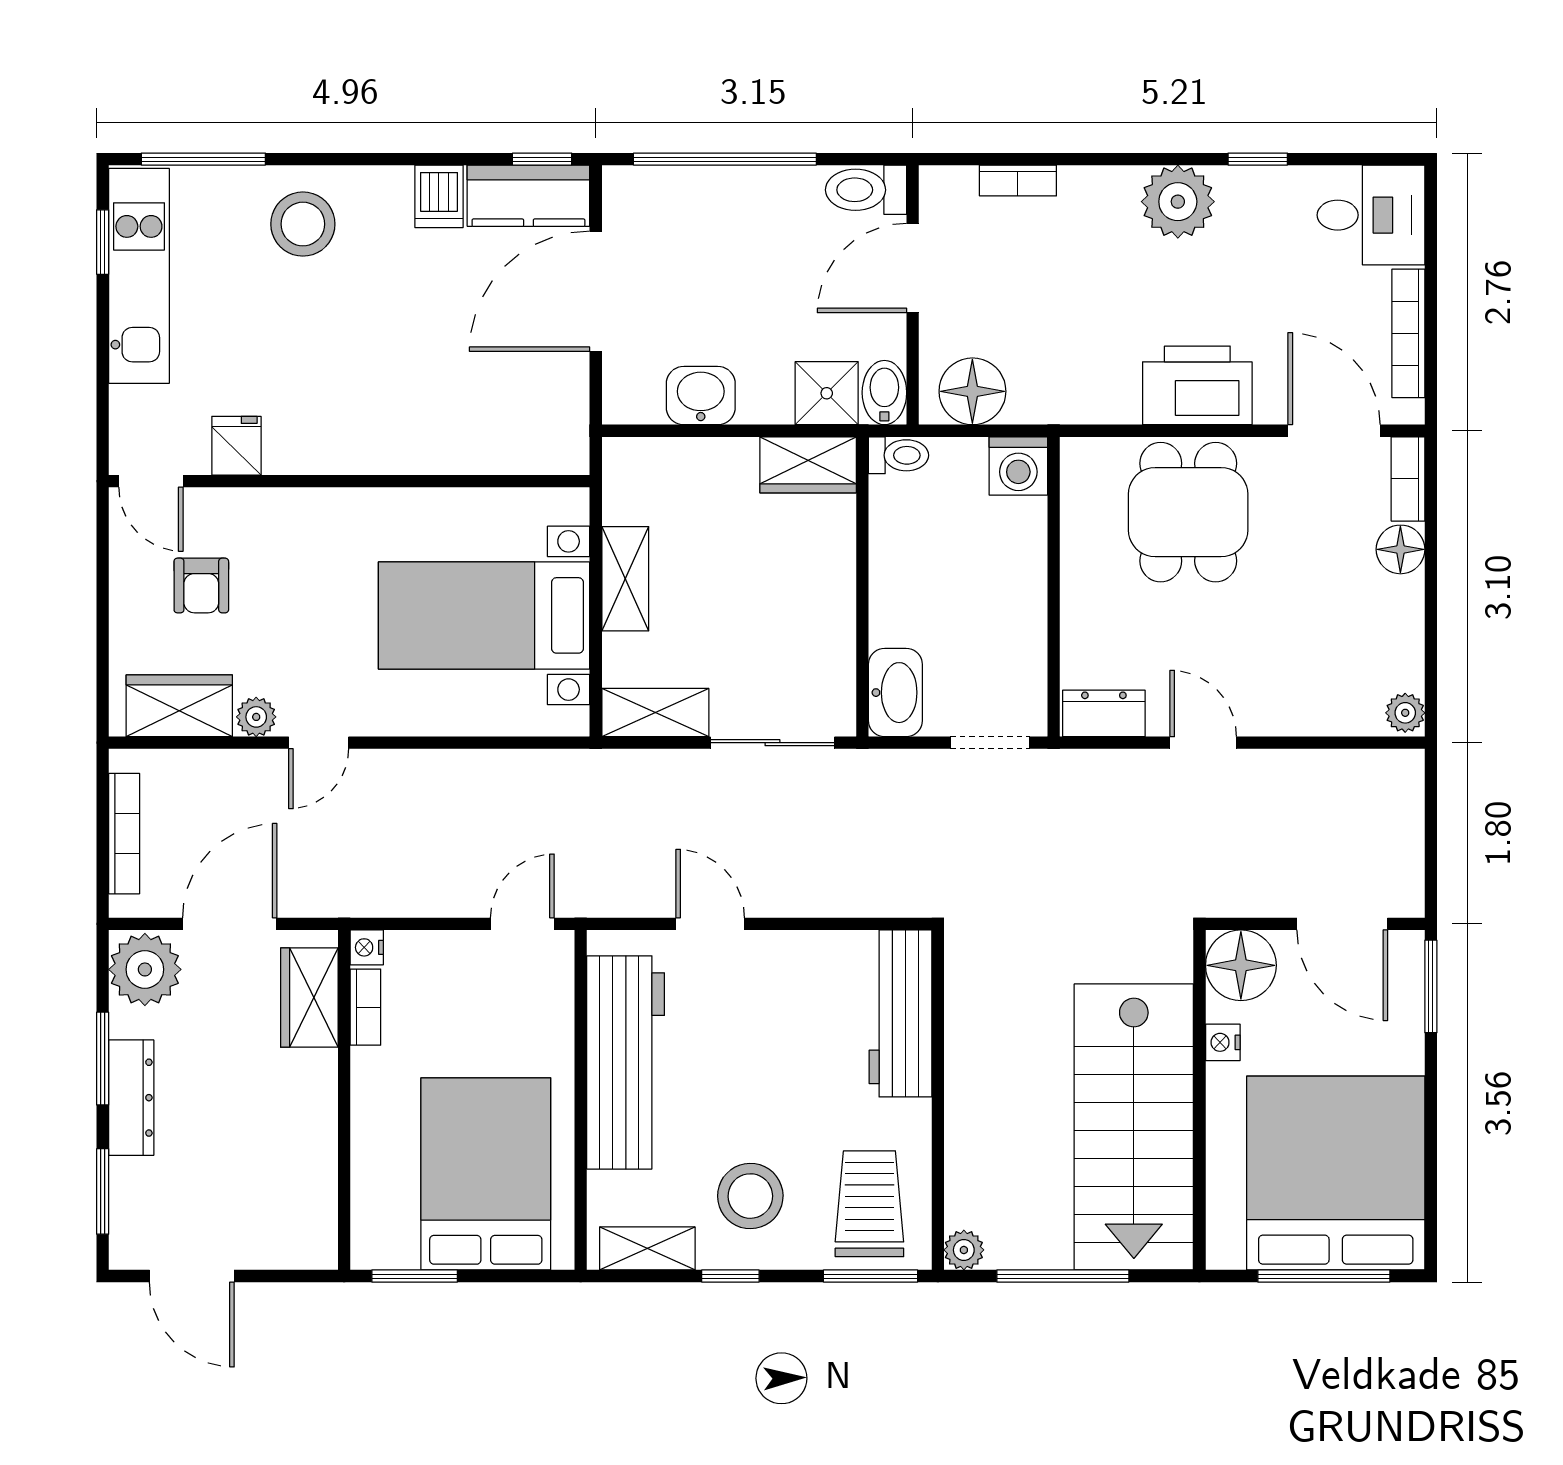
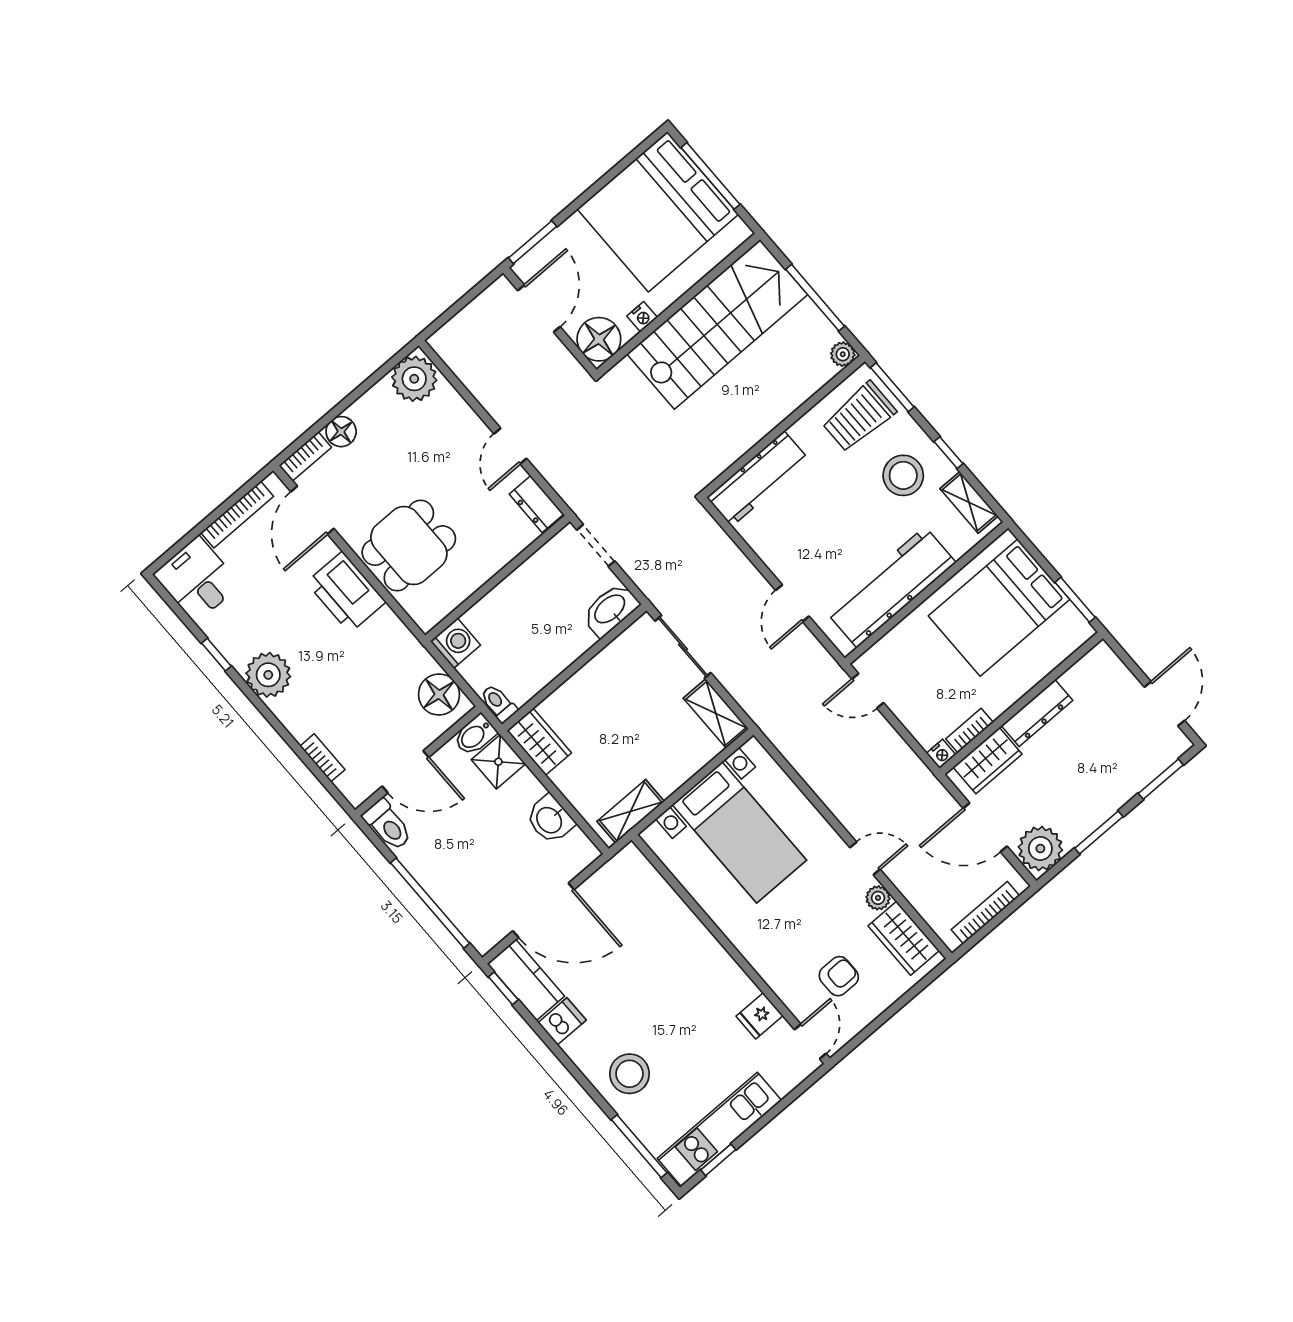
shelving: (625, 579) -> (631, 811), moved
plant: (1405, 713) -> (414, 379), width x1.88, depth x1.88
dresser: (131, 1098) -> (1037, 713), moved, turned 180

